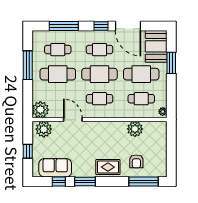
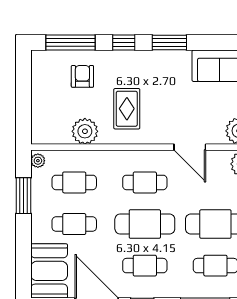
window: (171, 63) -> (23, 196), moved
cafe table: (141, 74) -> (74, 224), width x0.73, depth x0.74
rug: (108, 167) -> (127, 109), moved, turned 90
window: (59, 182) -> (124, 42), moved

